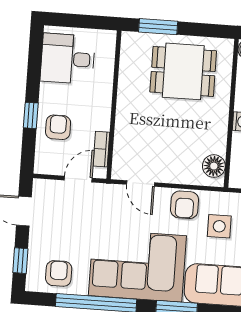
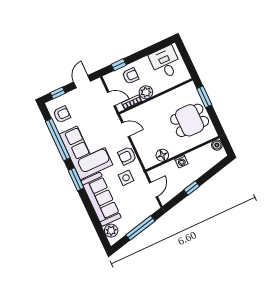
dining table: (183, 71) -> (190, 120), turned 90
window: (31, 115) -> (119, 65), moved
plant: (98, 117) -> (146, 92), added
floor lamp: (214, 166) -> (162, 155), moved
door: (141, 184) -> (126, 129), swing flipped

